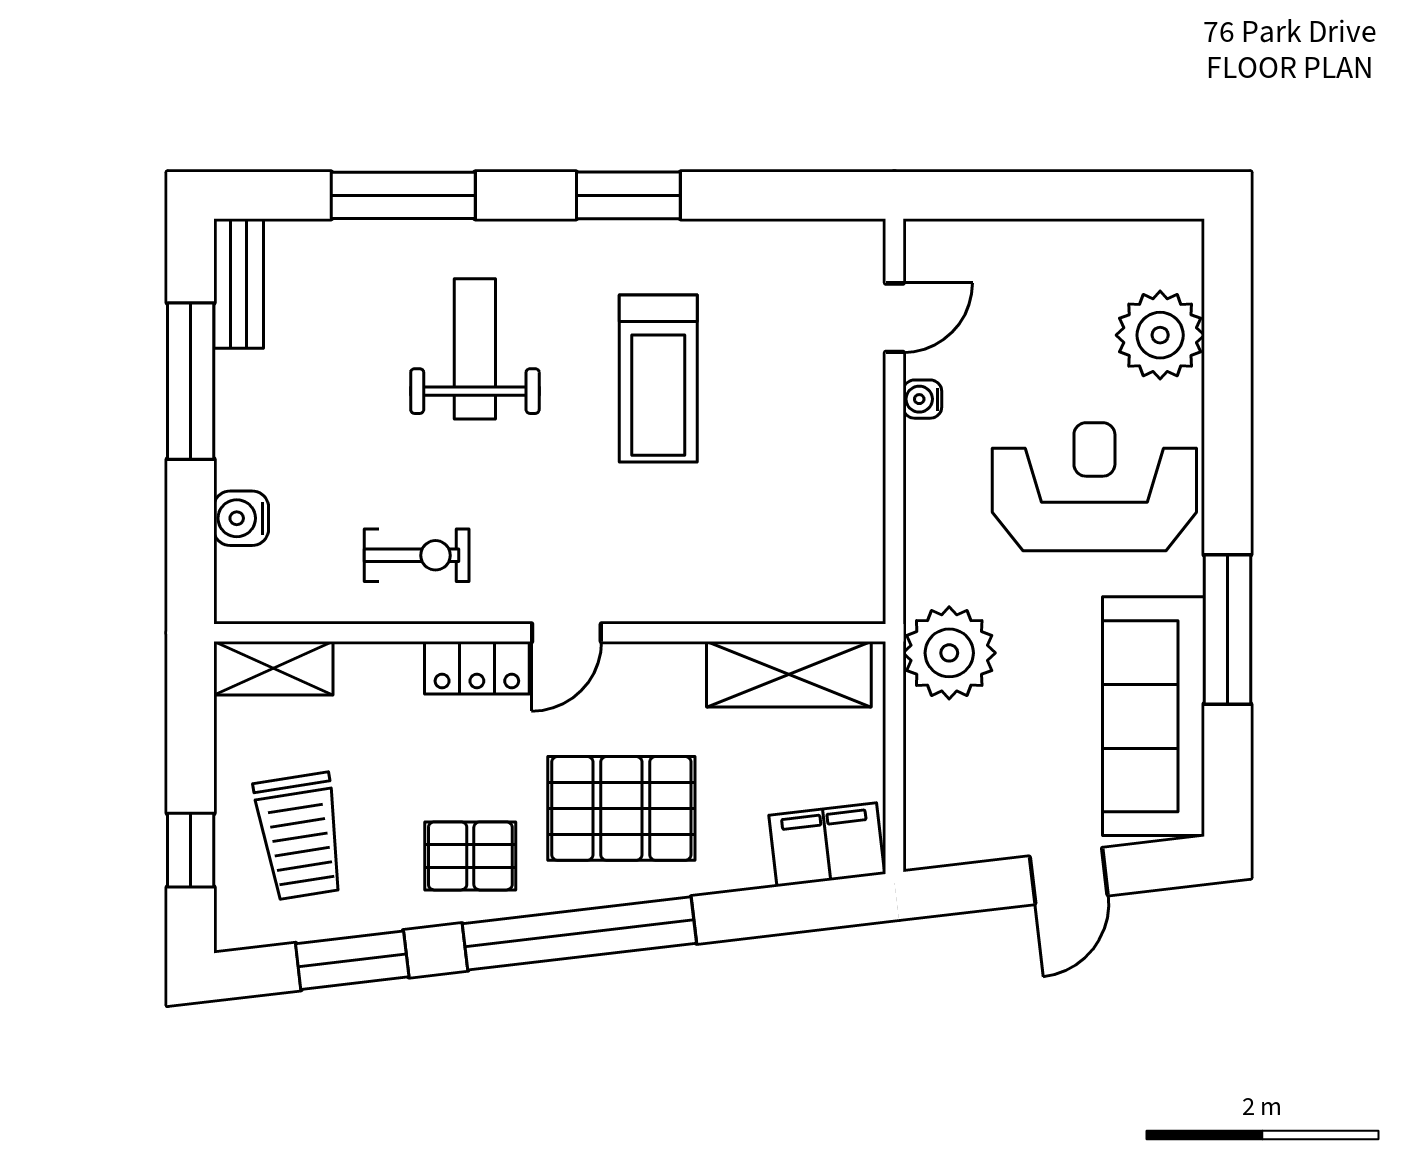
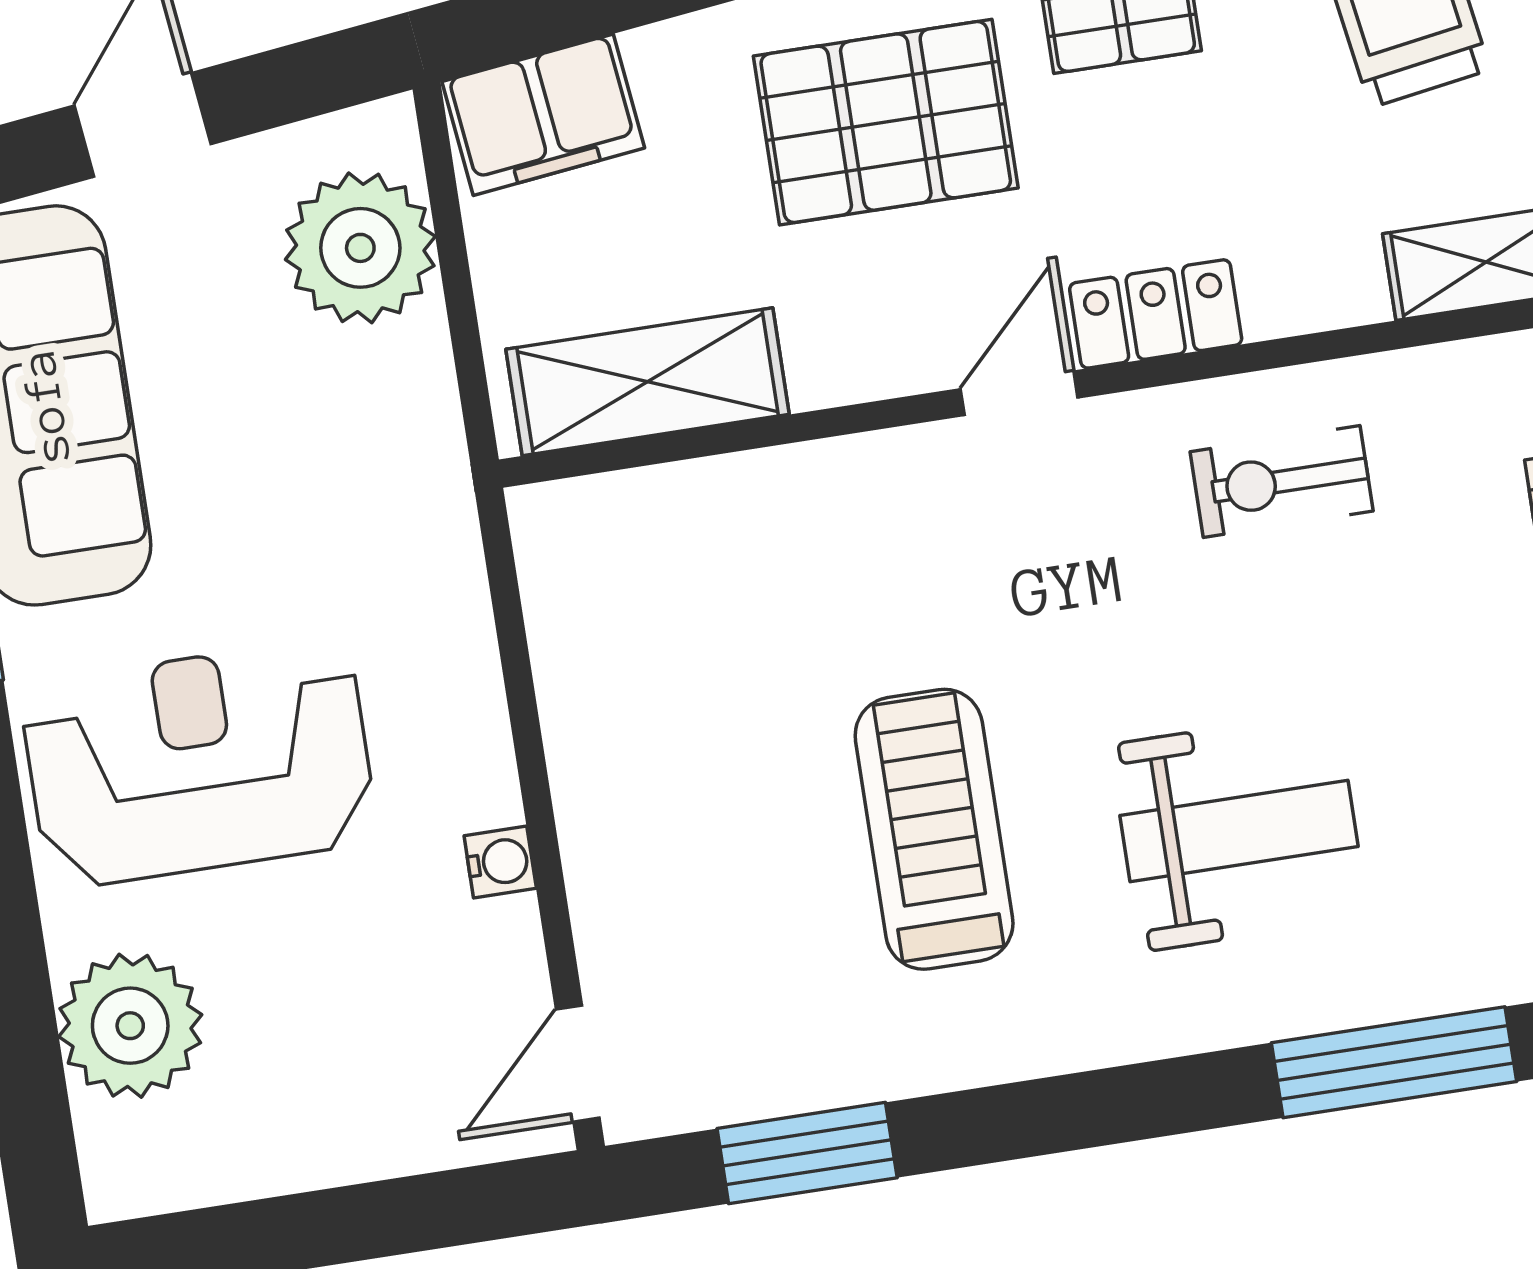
window: (628, 195) -> (807, 1153), moved
door: (894, 318) -> (578, 1064), moved
weight bench: (475, 349) -> (1239, 831), turned -90
reception desk: (1094, 487) -> (199, 763), turned 180
plant: (949, 653) -> (360, 248), moved

